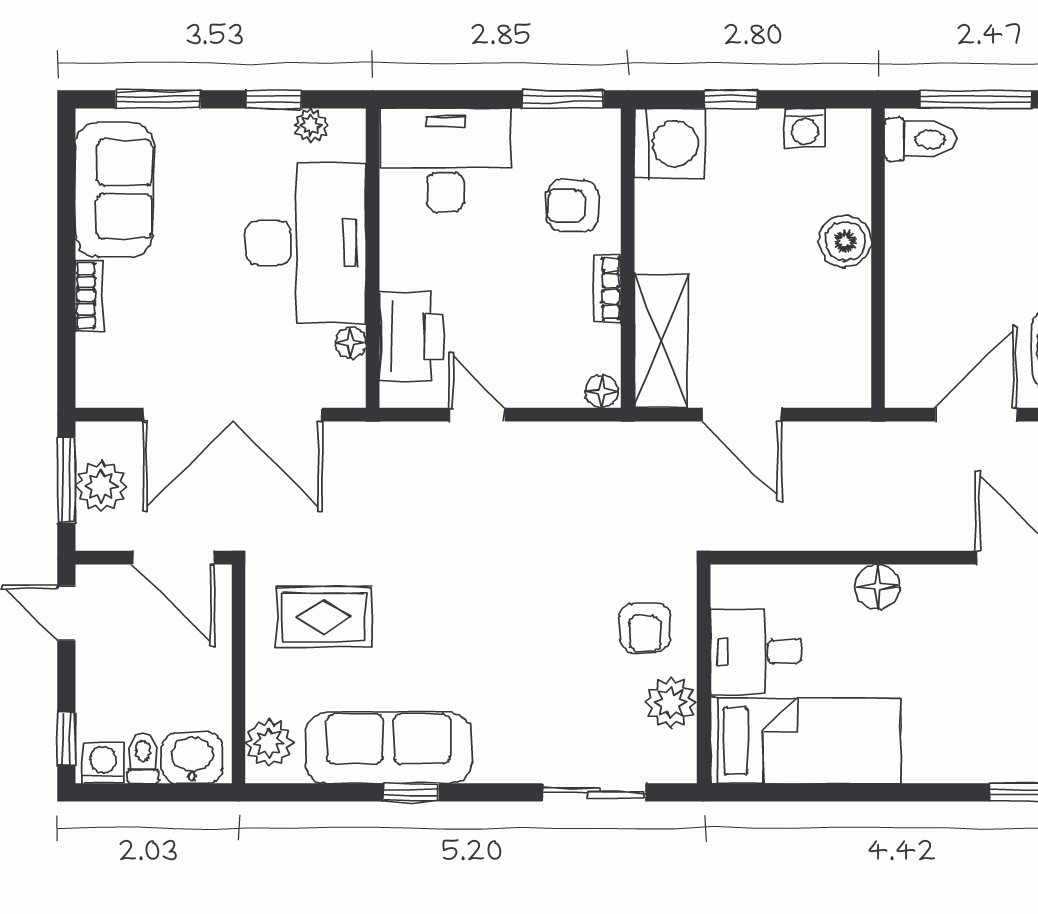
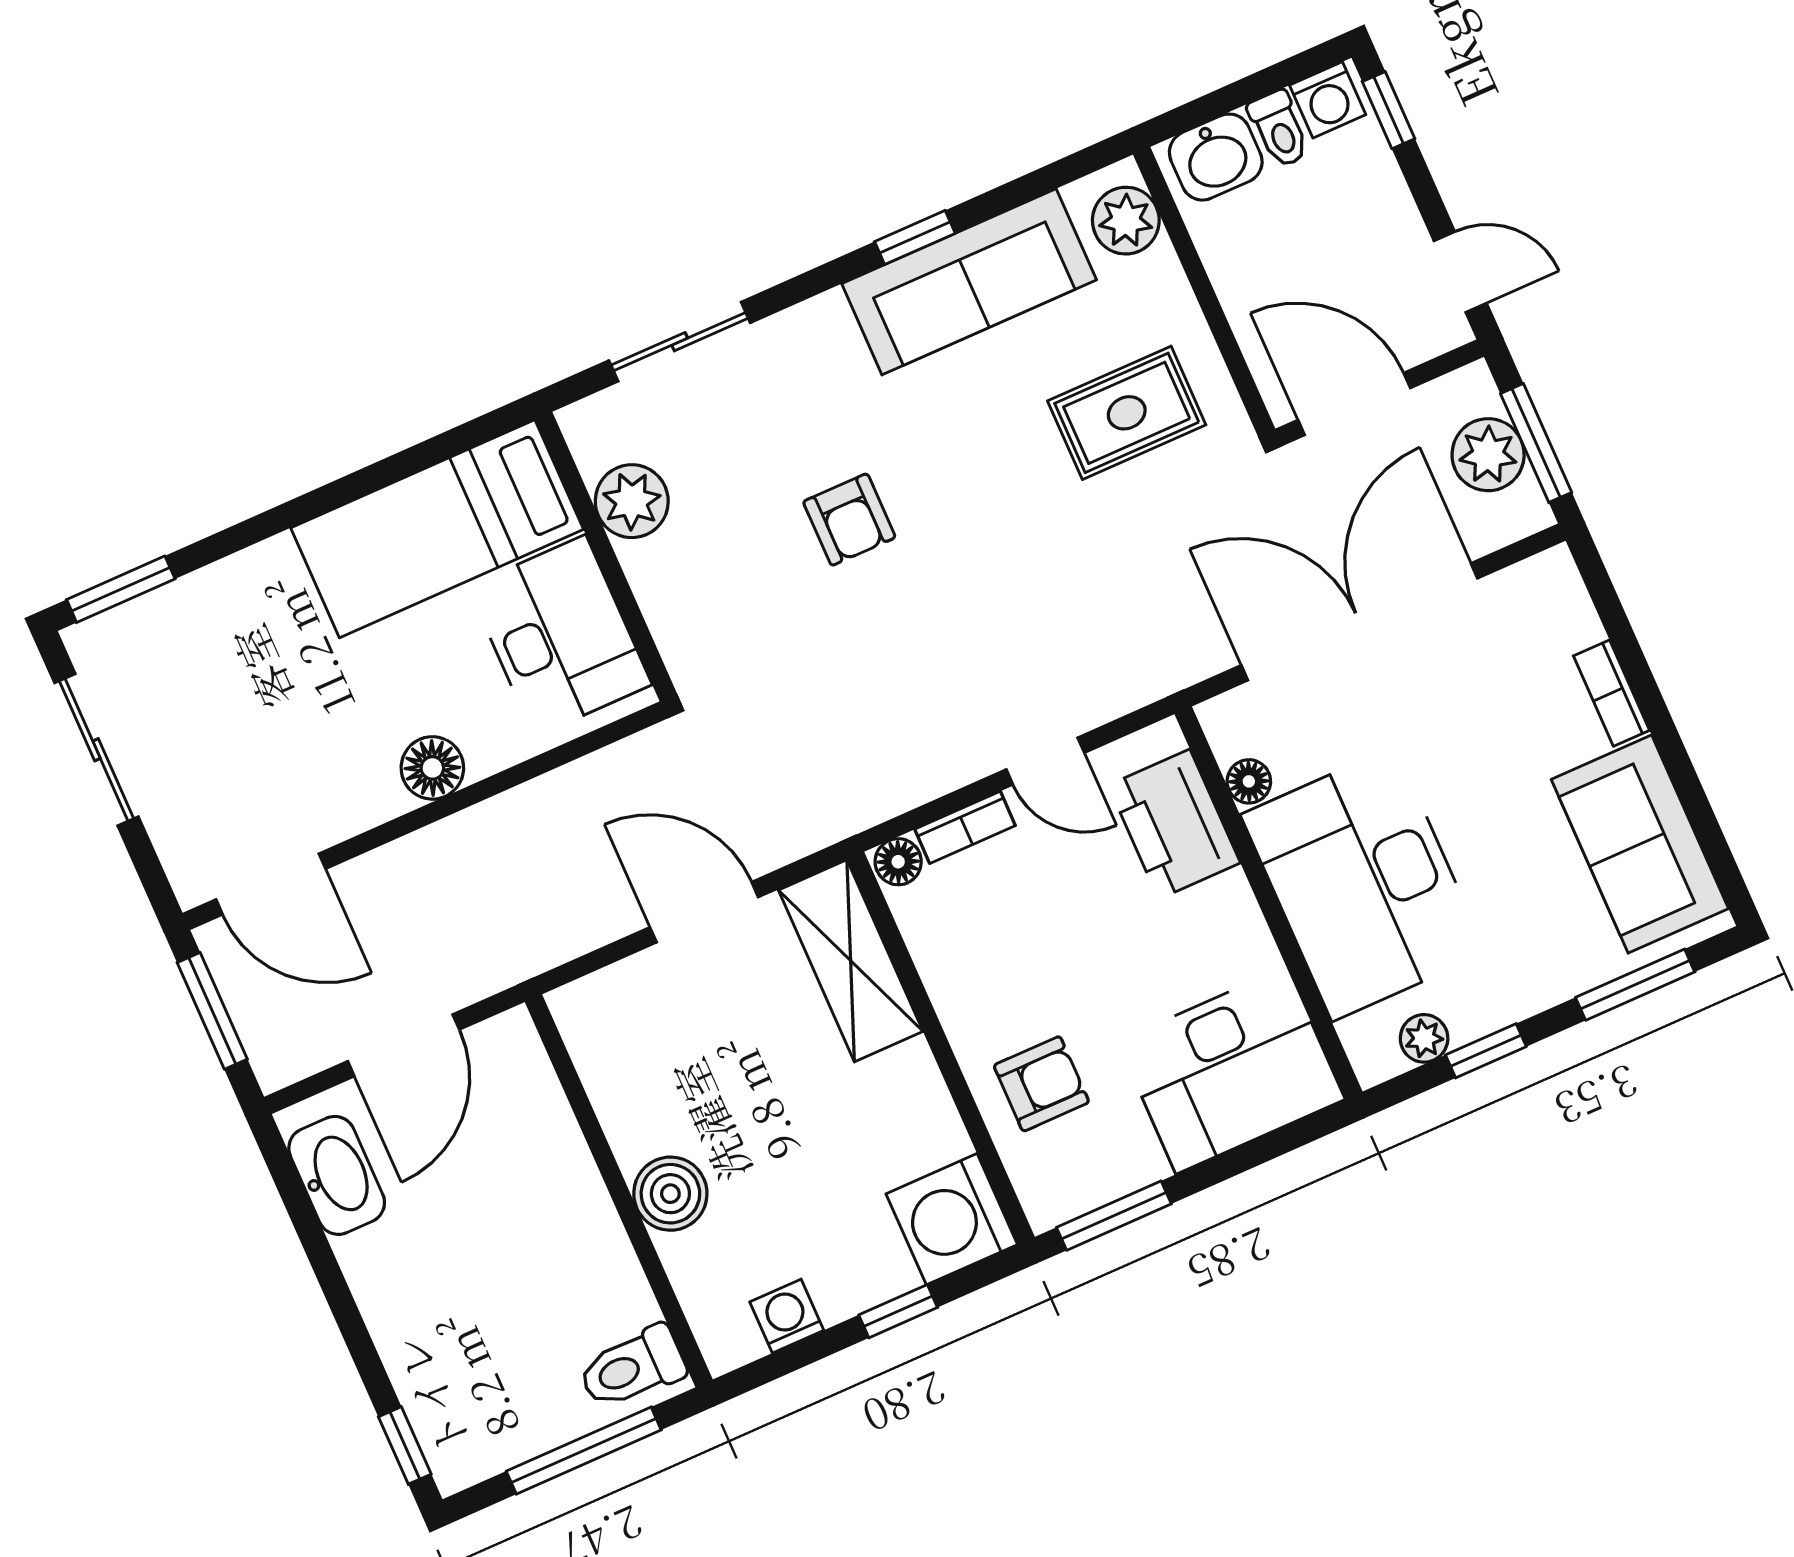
bookcase: (608, 288) -> (965, 827), moved, turned 90
armchair: (645, 628) -> (849, 520), moved, turned 180
desk: (756, 652) -> (560, 636), width x1.37

